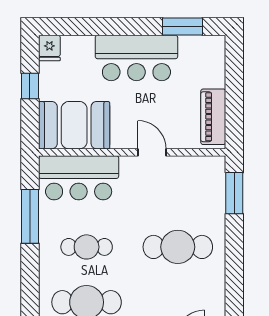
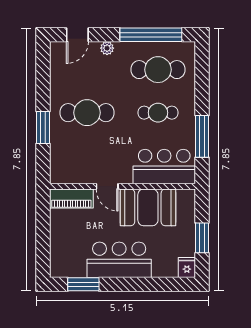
window: (30, 86) -> (202, 238), width x1.50
piano: (213, 117) -> (71, 198), moved, turned 90
booth: (74, 125) -> (148, 207), moved
window: (234, 193) -> (43, 127), moved

